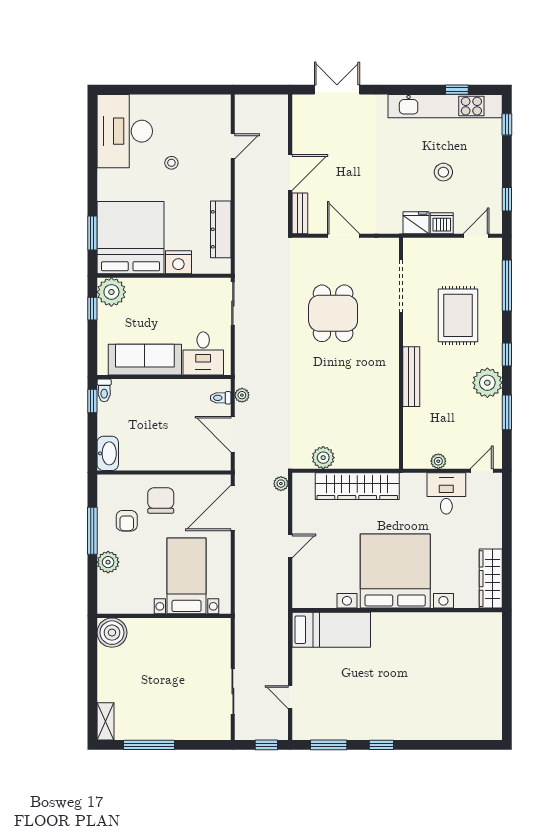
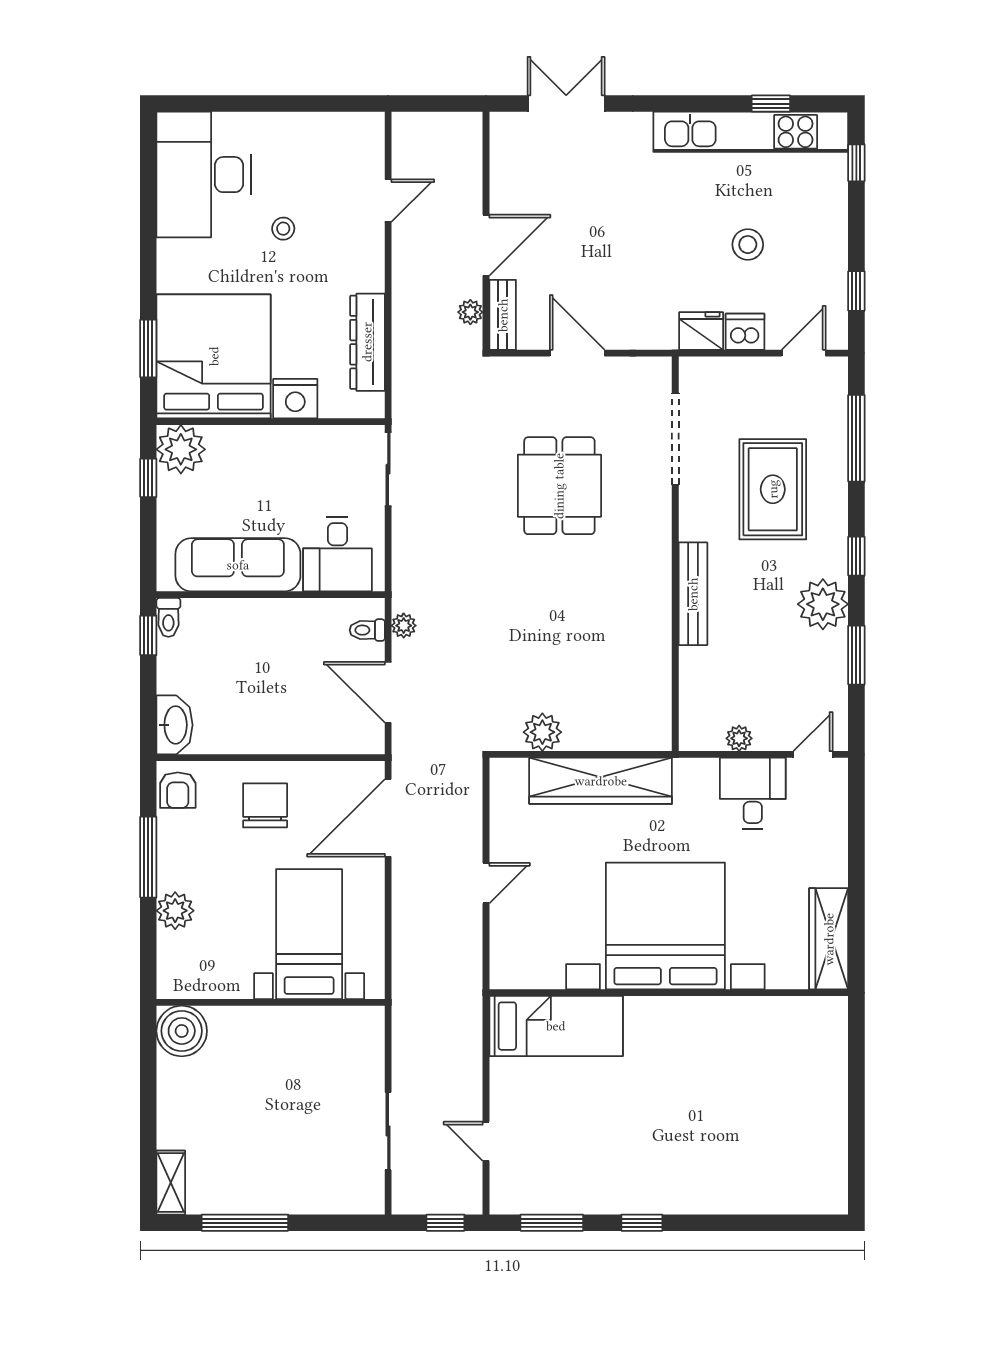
plant: (281, 484) -> (470, 312), moved
armchair: (127, 521) -> (178, 790), moved

